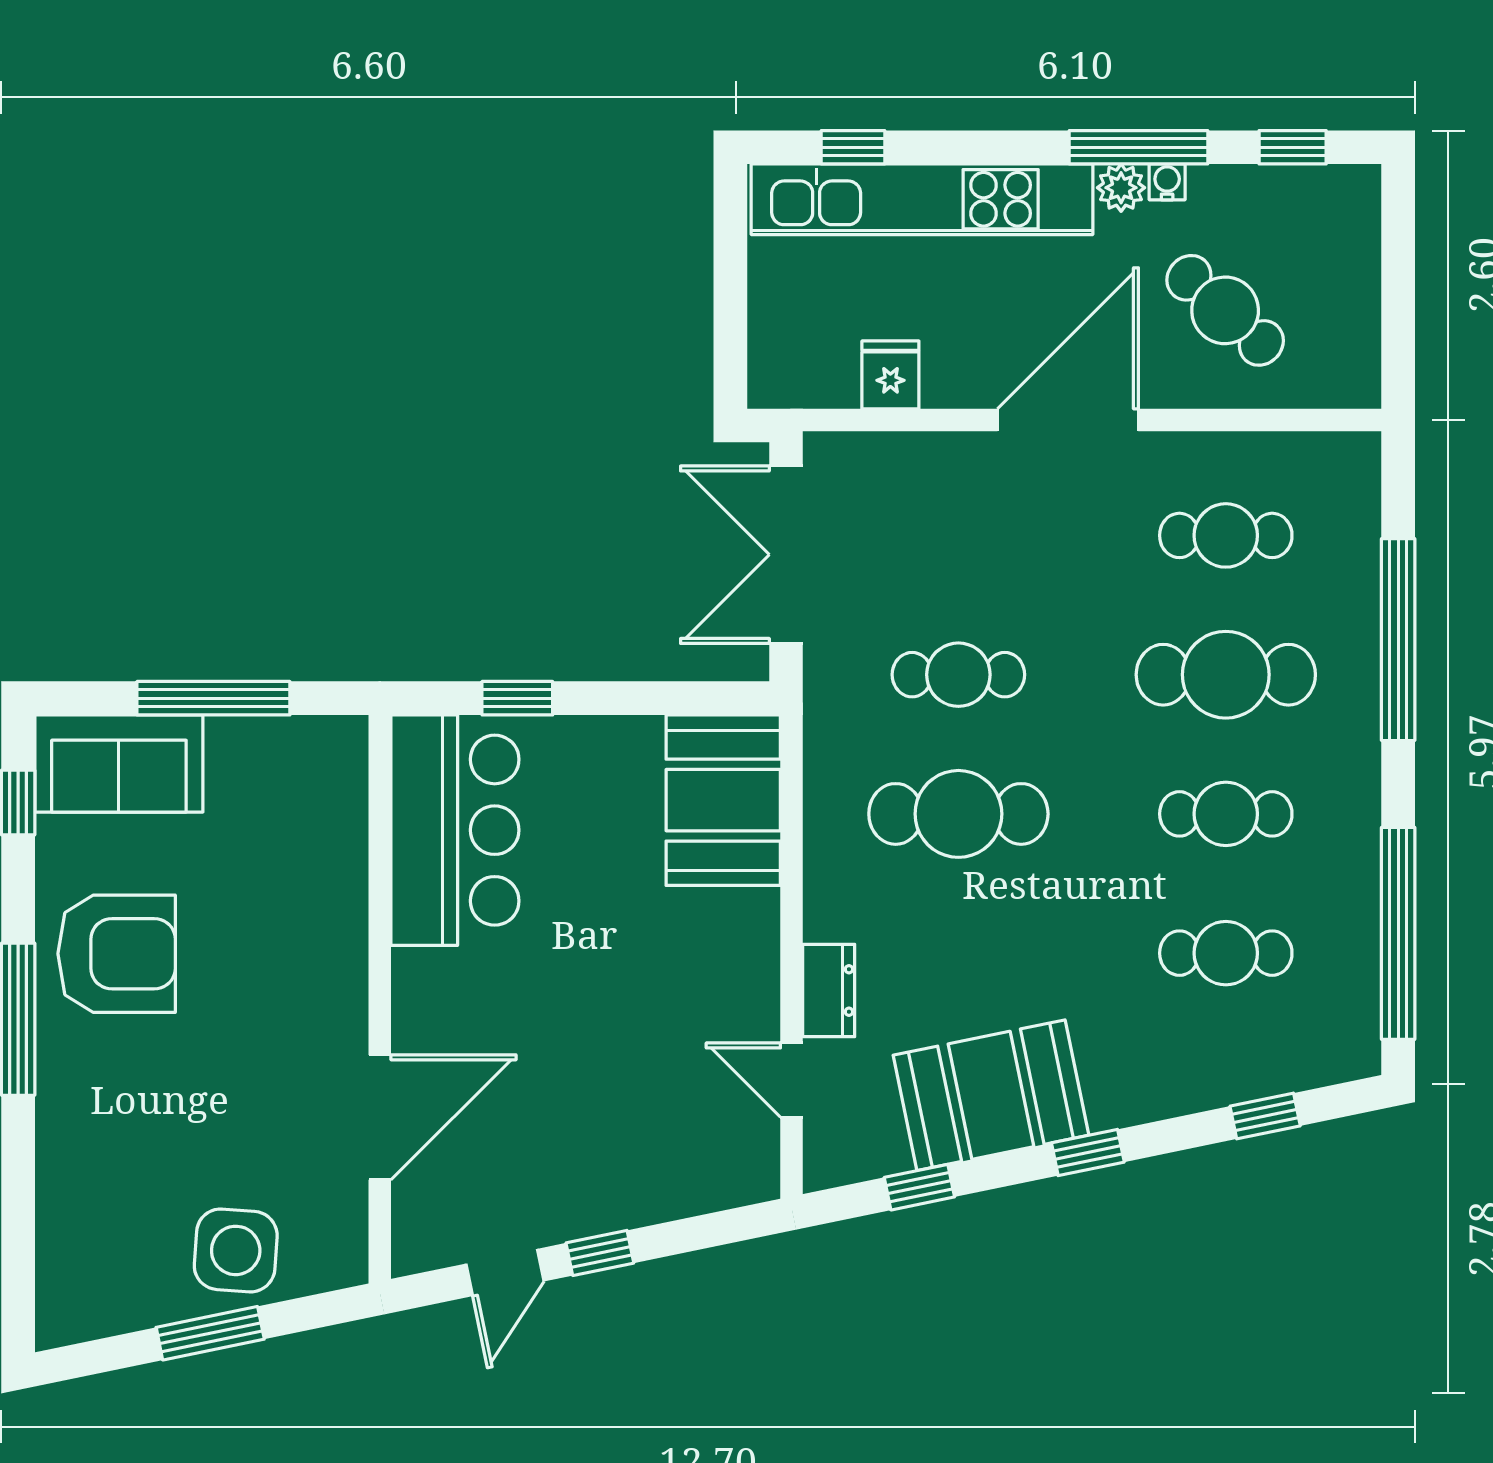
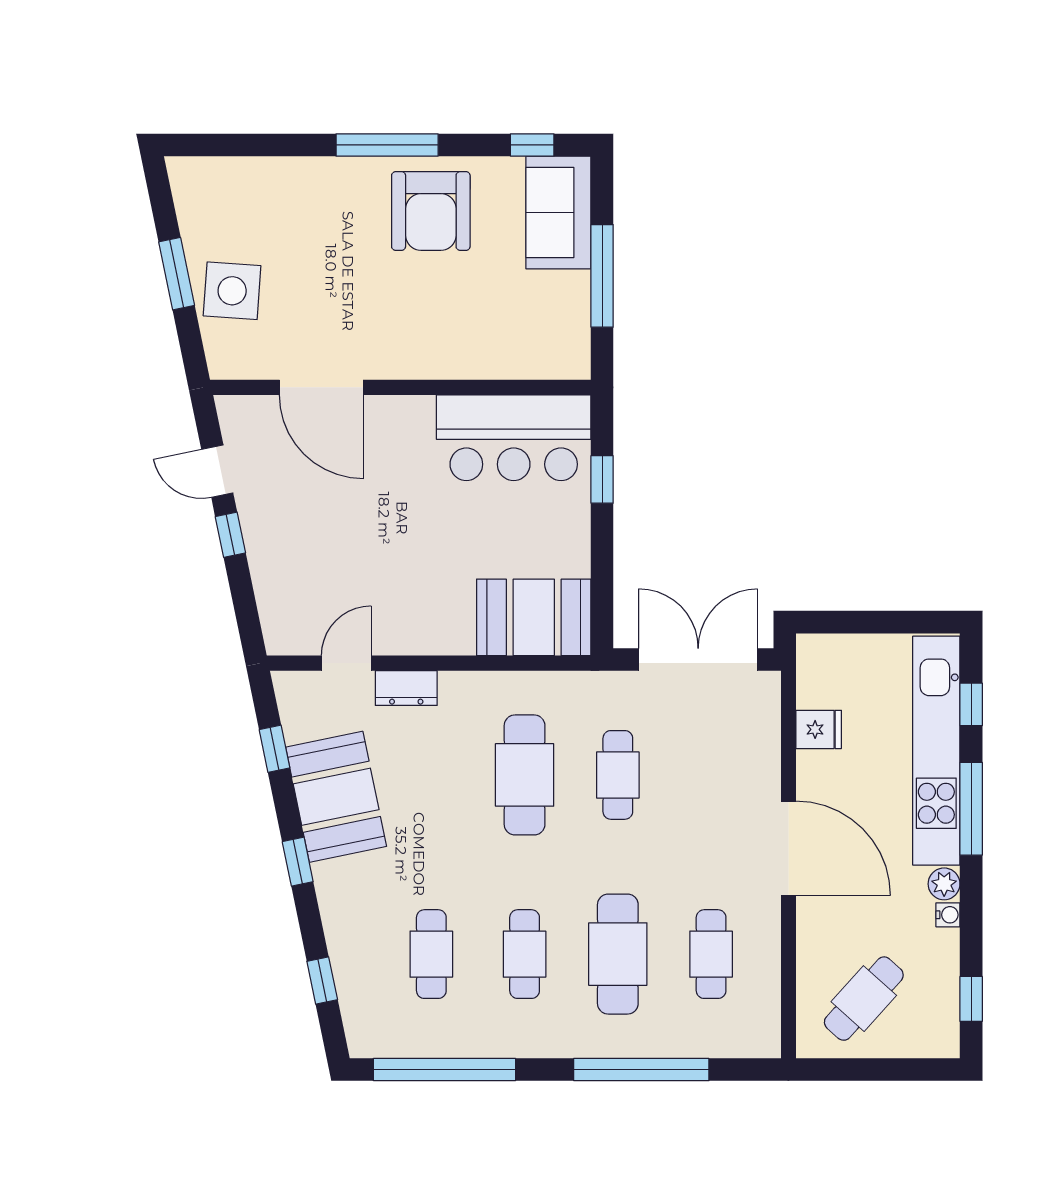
window: (1139, 147) -> (971, 809), moved
cafe table: (1225, 310) -> (864, 999), moved

